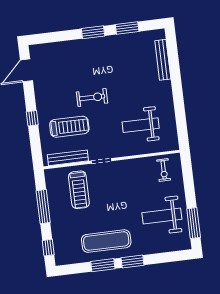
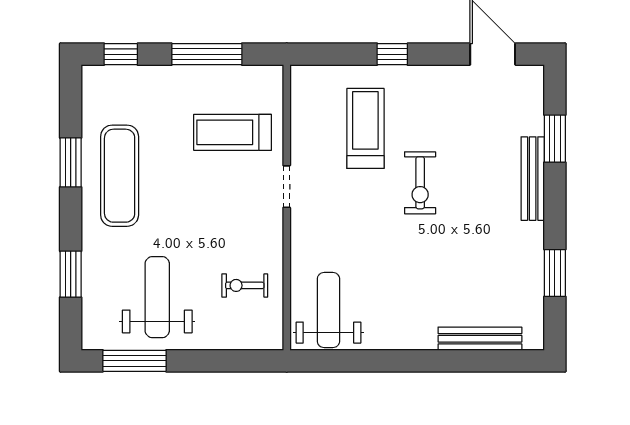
window: (93, 32) -> (555, 139), moved
weight bench: (141, 125) -> (328, 310), moved
treadmill: (69, 127) -> (365, 128), turned 180
bench: (68, 158) -> (533, 179), moved
exercise bike: (164, 170) -> (245, 285), moved
window: (133, 261) -> (71, 274), moved

